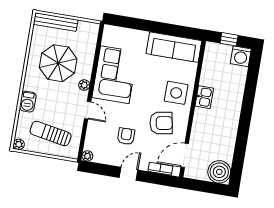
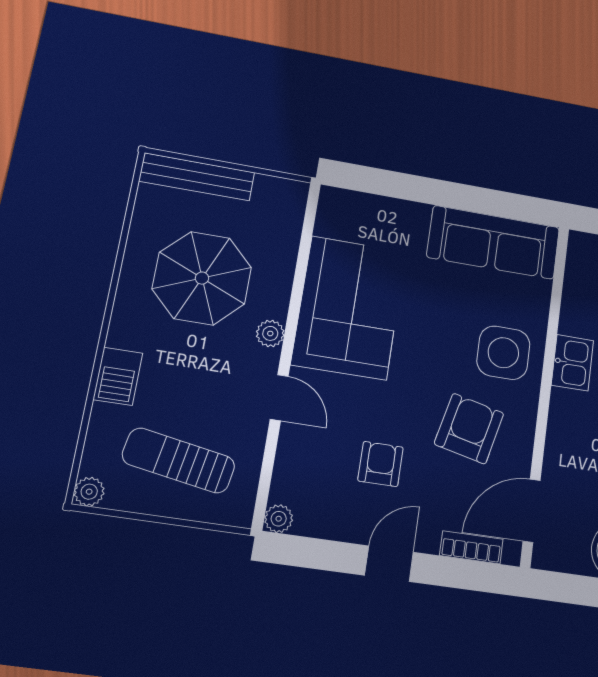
armchair: (161, 123) -> (469, 429), turned -67

